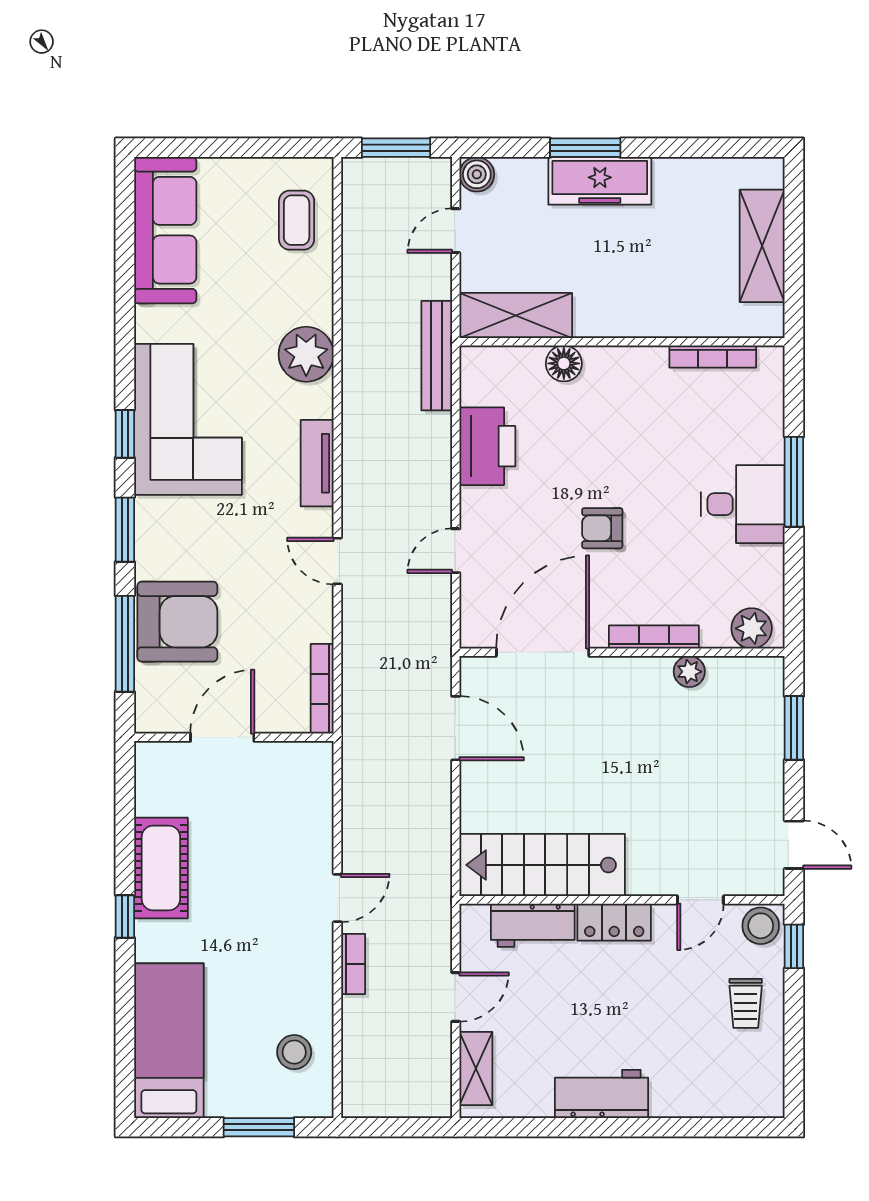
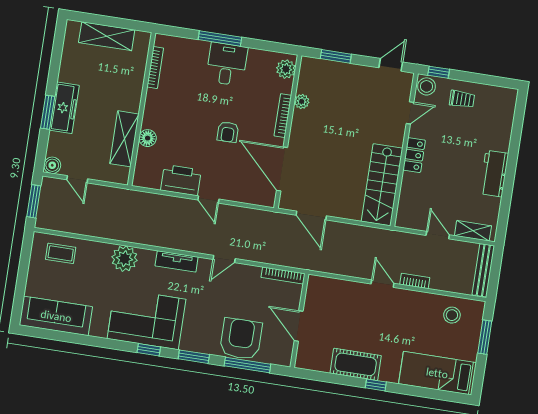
shelving: (516, 316) -> (124, 139), moved
bench: (437, 356) -> (483, 270), moved, turned 90
door: (456, 551) -> (208, 200), moved
door: (456, 728) -> (311, 216), swing flipped
door: (700, 900) -> (410, 113), hinge flipped
workbench: (533, 925) -> (410, 194), removed

